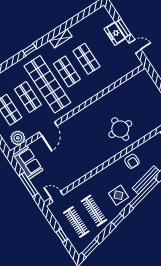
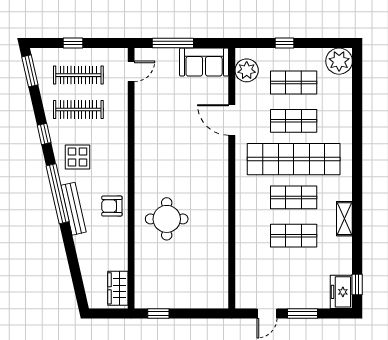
freezer: (115, 33) -> (341, 292), moved, turned -90
window: (30, 50) -> (357, 284), moved

